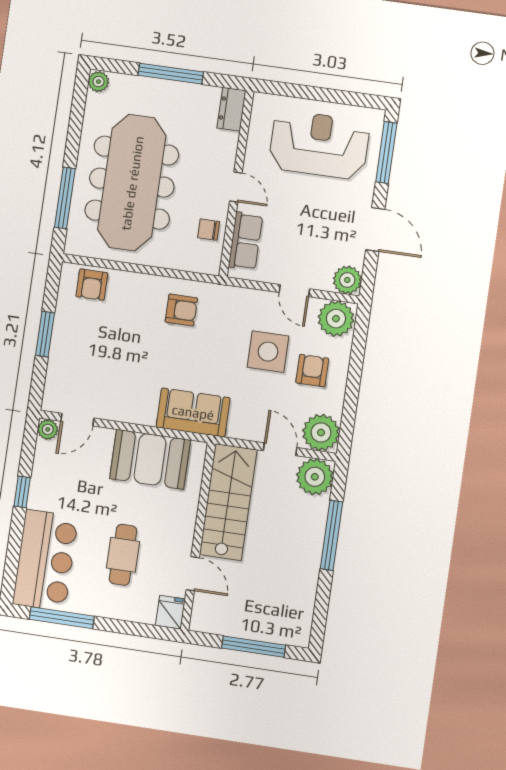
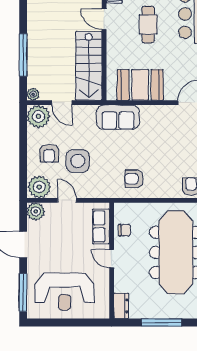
plant: (315, 477) -> (33, 94), width x0.53, depth x0.53

